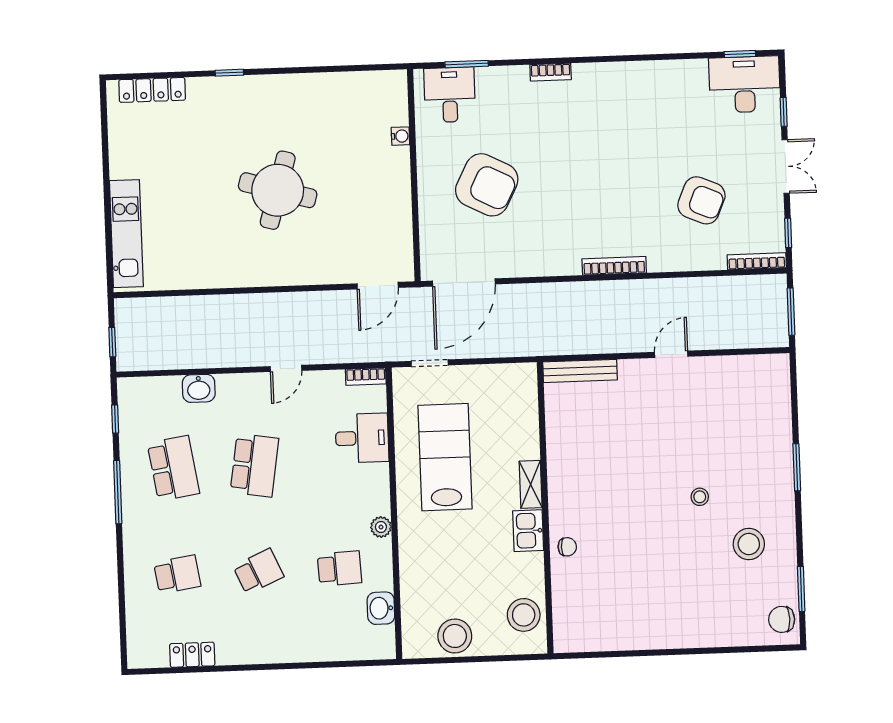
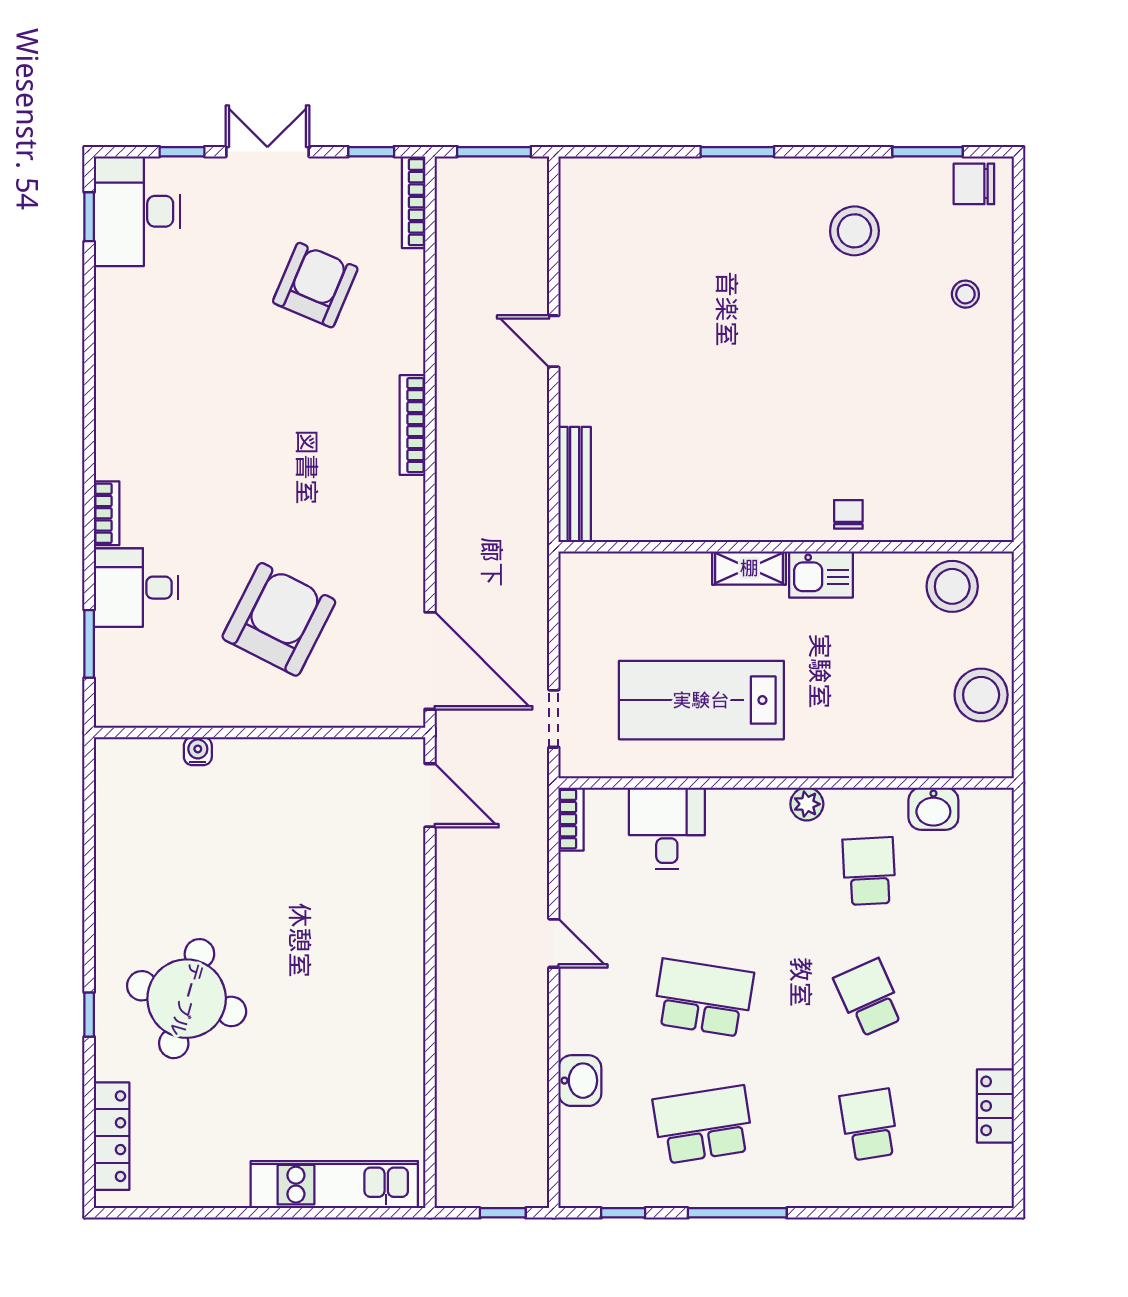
desk: (450, 95) -> (136, 588), moved
round table: (278, 190) -> (187, 999), moved
stool: (700, 497) -> (965, 294), moved
chair: (782, 619) -> (974, 184), turned 90

